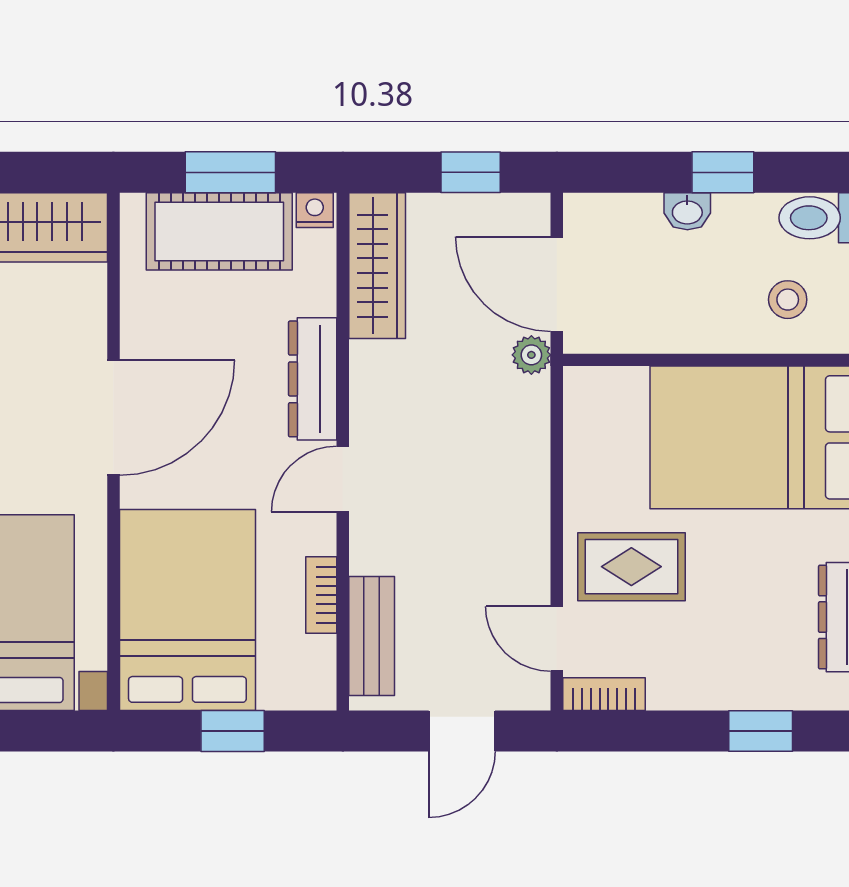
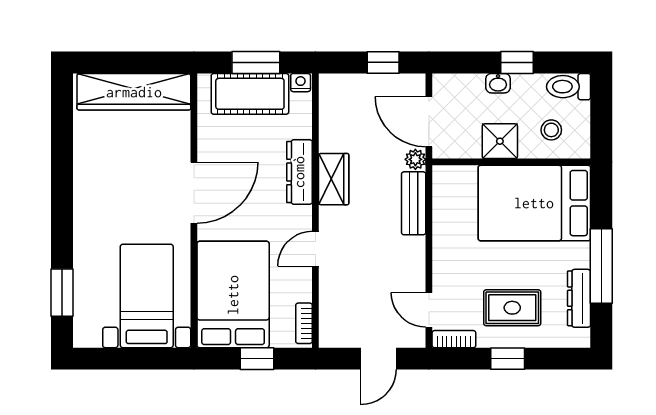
wardrobe: (377, 266) -> (334, 179), moved, width x0.67
shower: (691, 321) -> (500, 141), added
door: (343, 479) -> (315, 249), moved
rug: (631, 567) -> (512, 308), moved
bookcase: (321, 595) -> (304, 323), moved
bench: (372, 636) -> (414, 203), moved
window: (761, 731) -> (508, 359), moved

